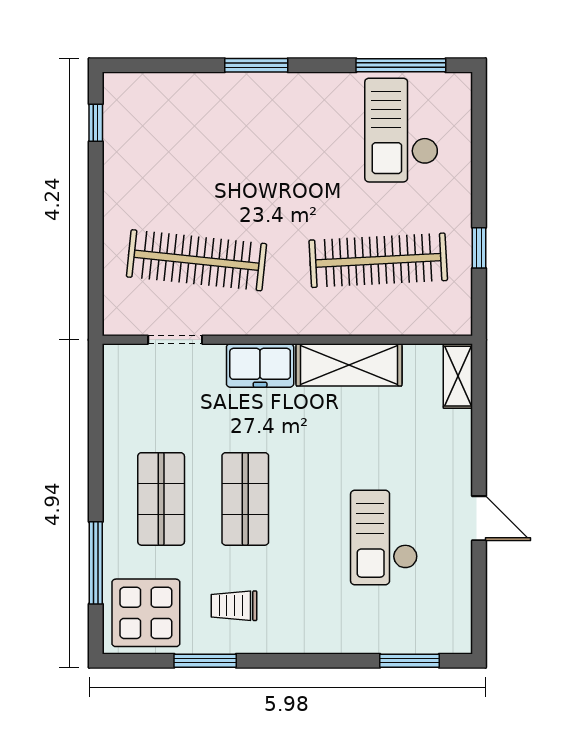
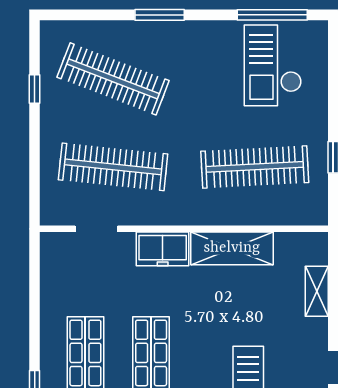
window: (96, 123) -> (35, 89), moved
clothes rail: (196, 147) -> (113, 79), added
shelving: (458, 376) -> (317, 291), moved

